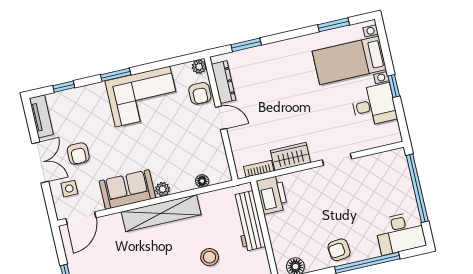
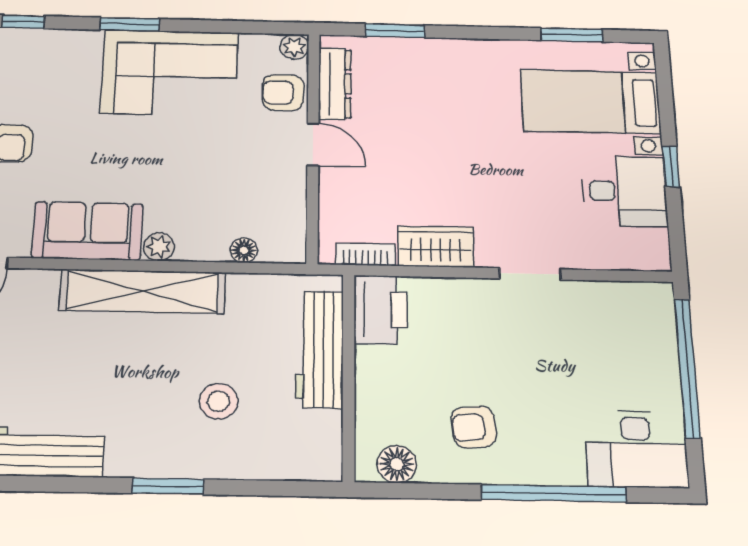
armchair: (200, 93) -> (283, 93), turned 90
armchair: (339, 250) -> (474, 427), moved

